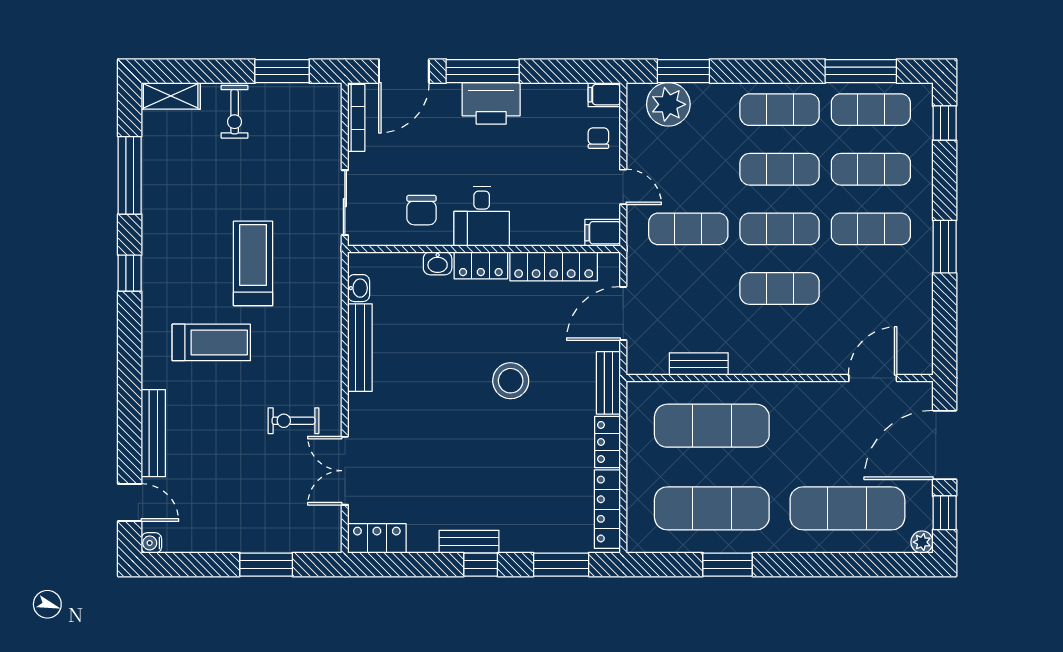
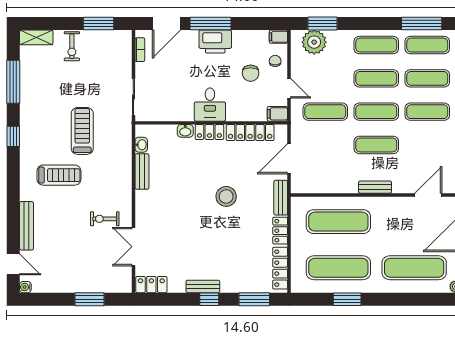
bookcase: (356, 118) -> (140, 50), width x0.64
chair: (422, 210) -> (251, 73), moved
bench: (360, 348) -> (142, 171), width x0.73
bench: (699, 364) -> (375, 187), moved

